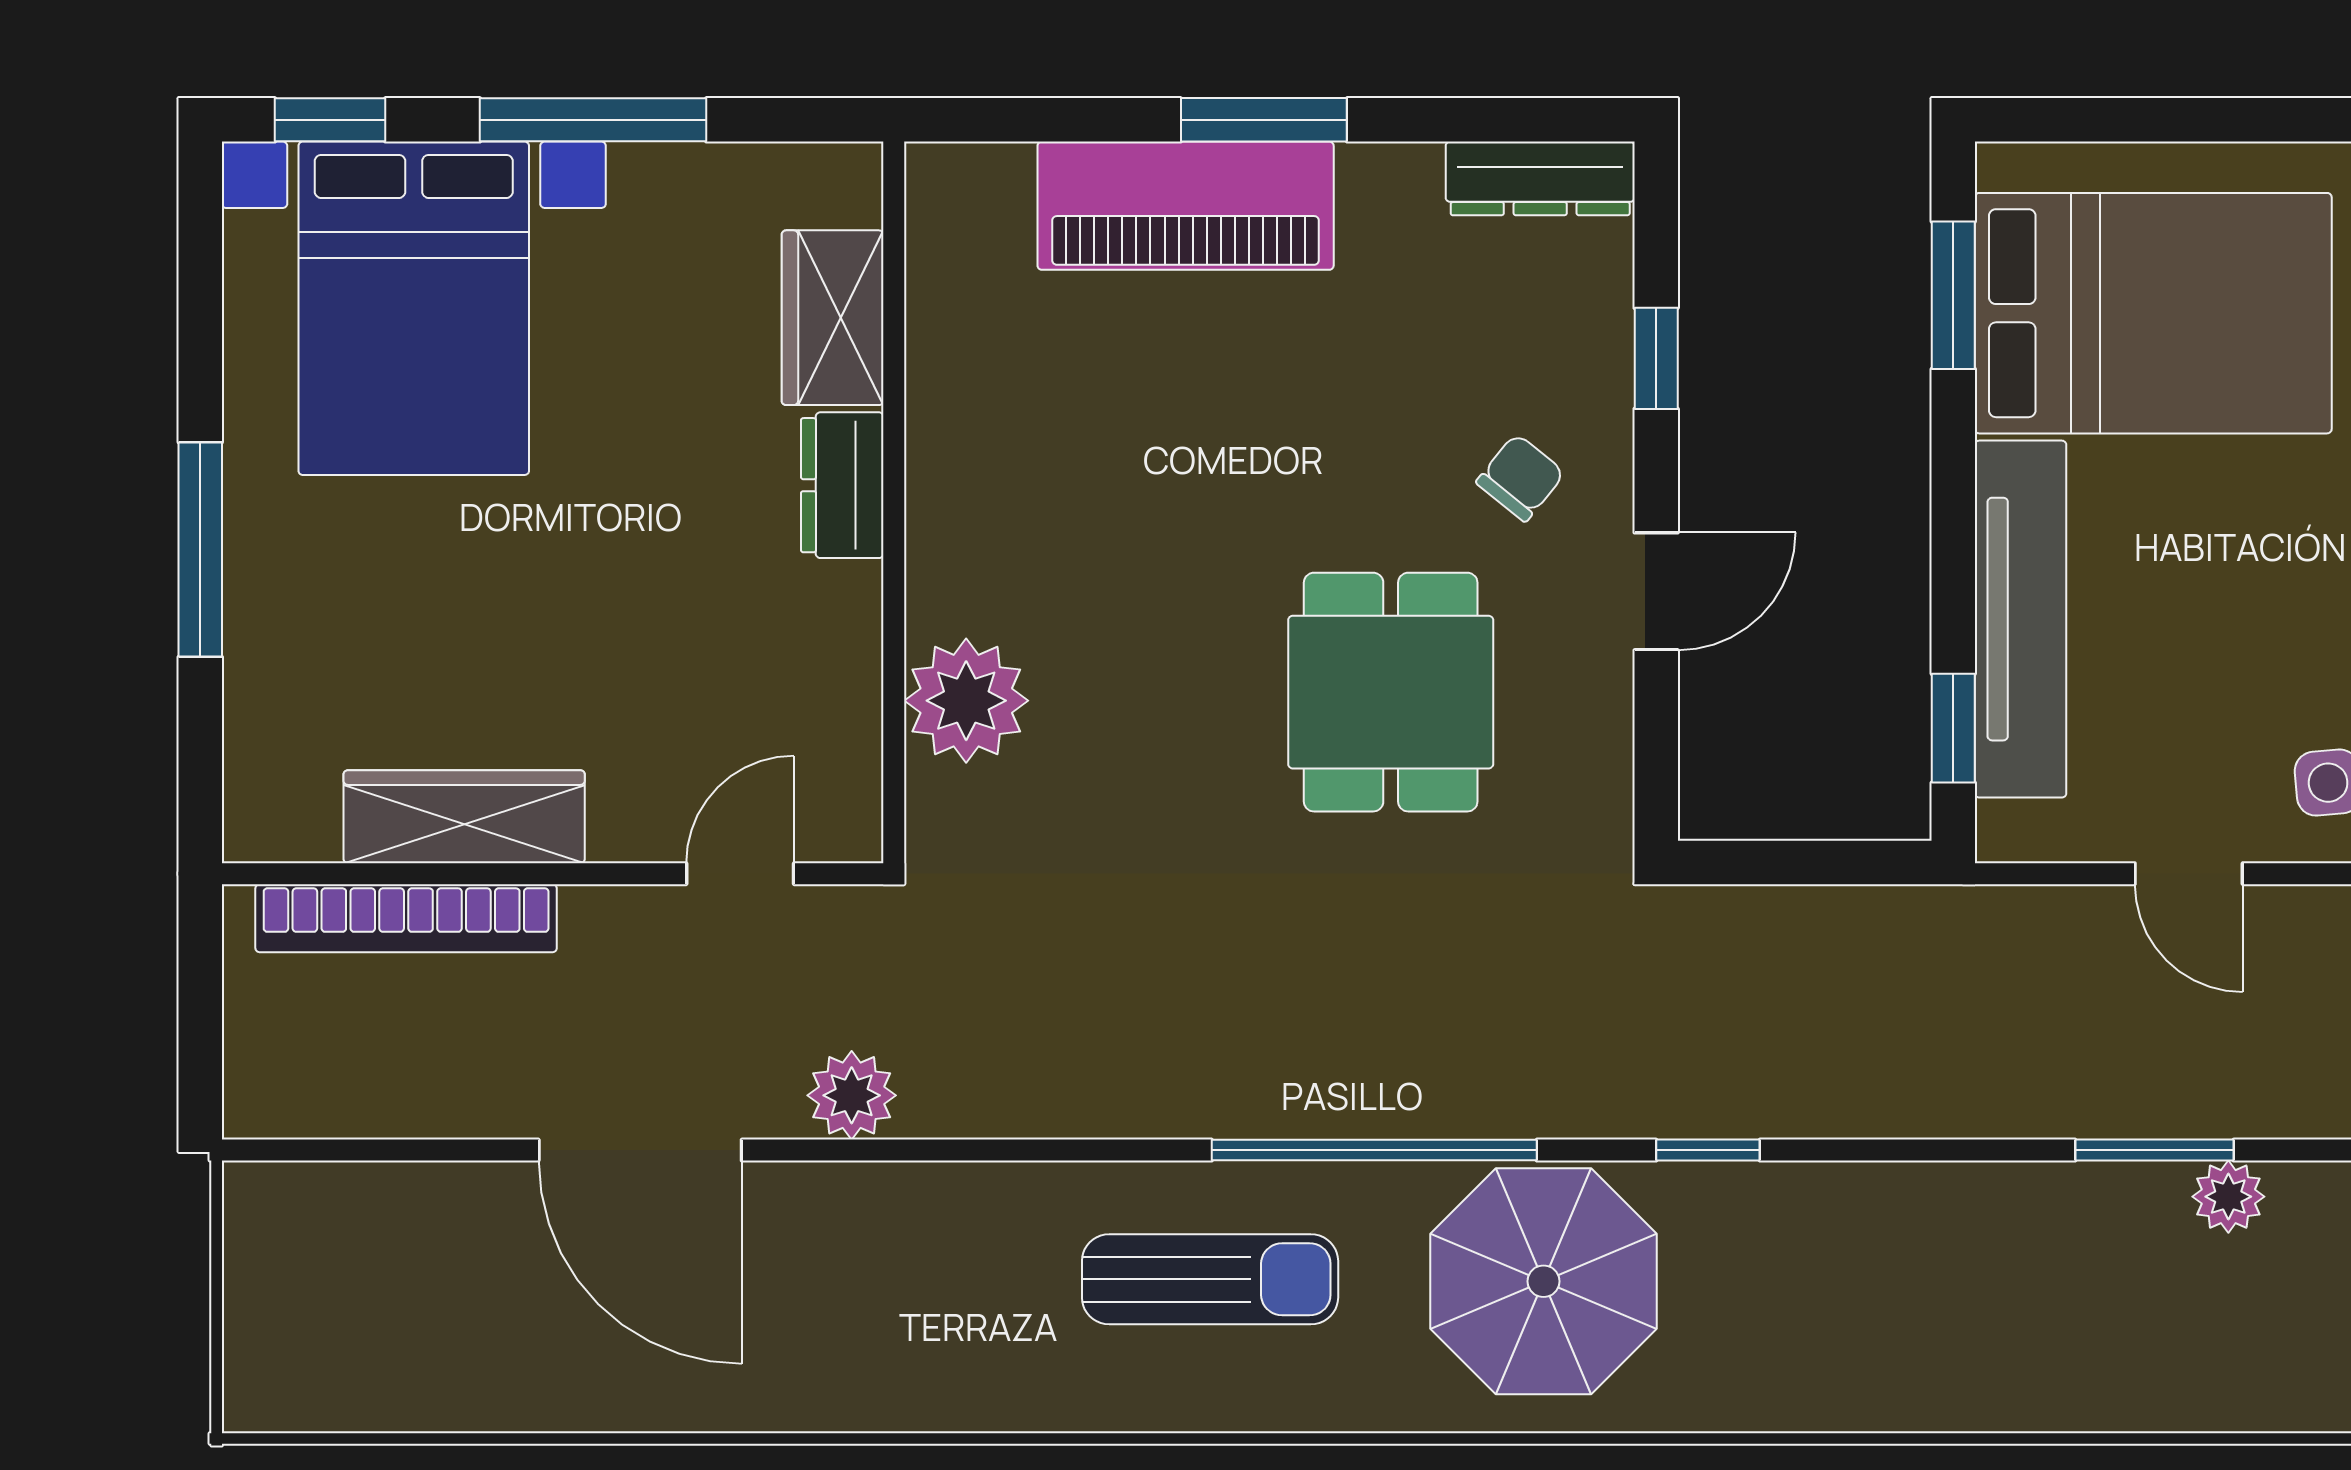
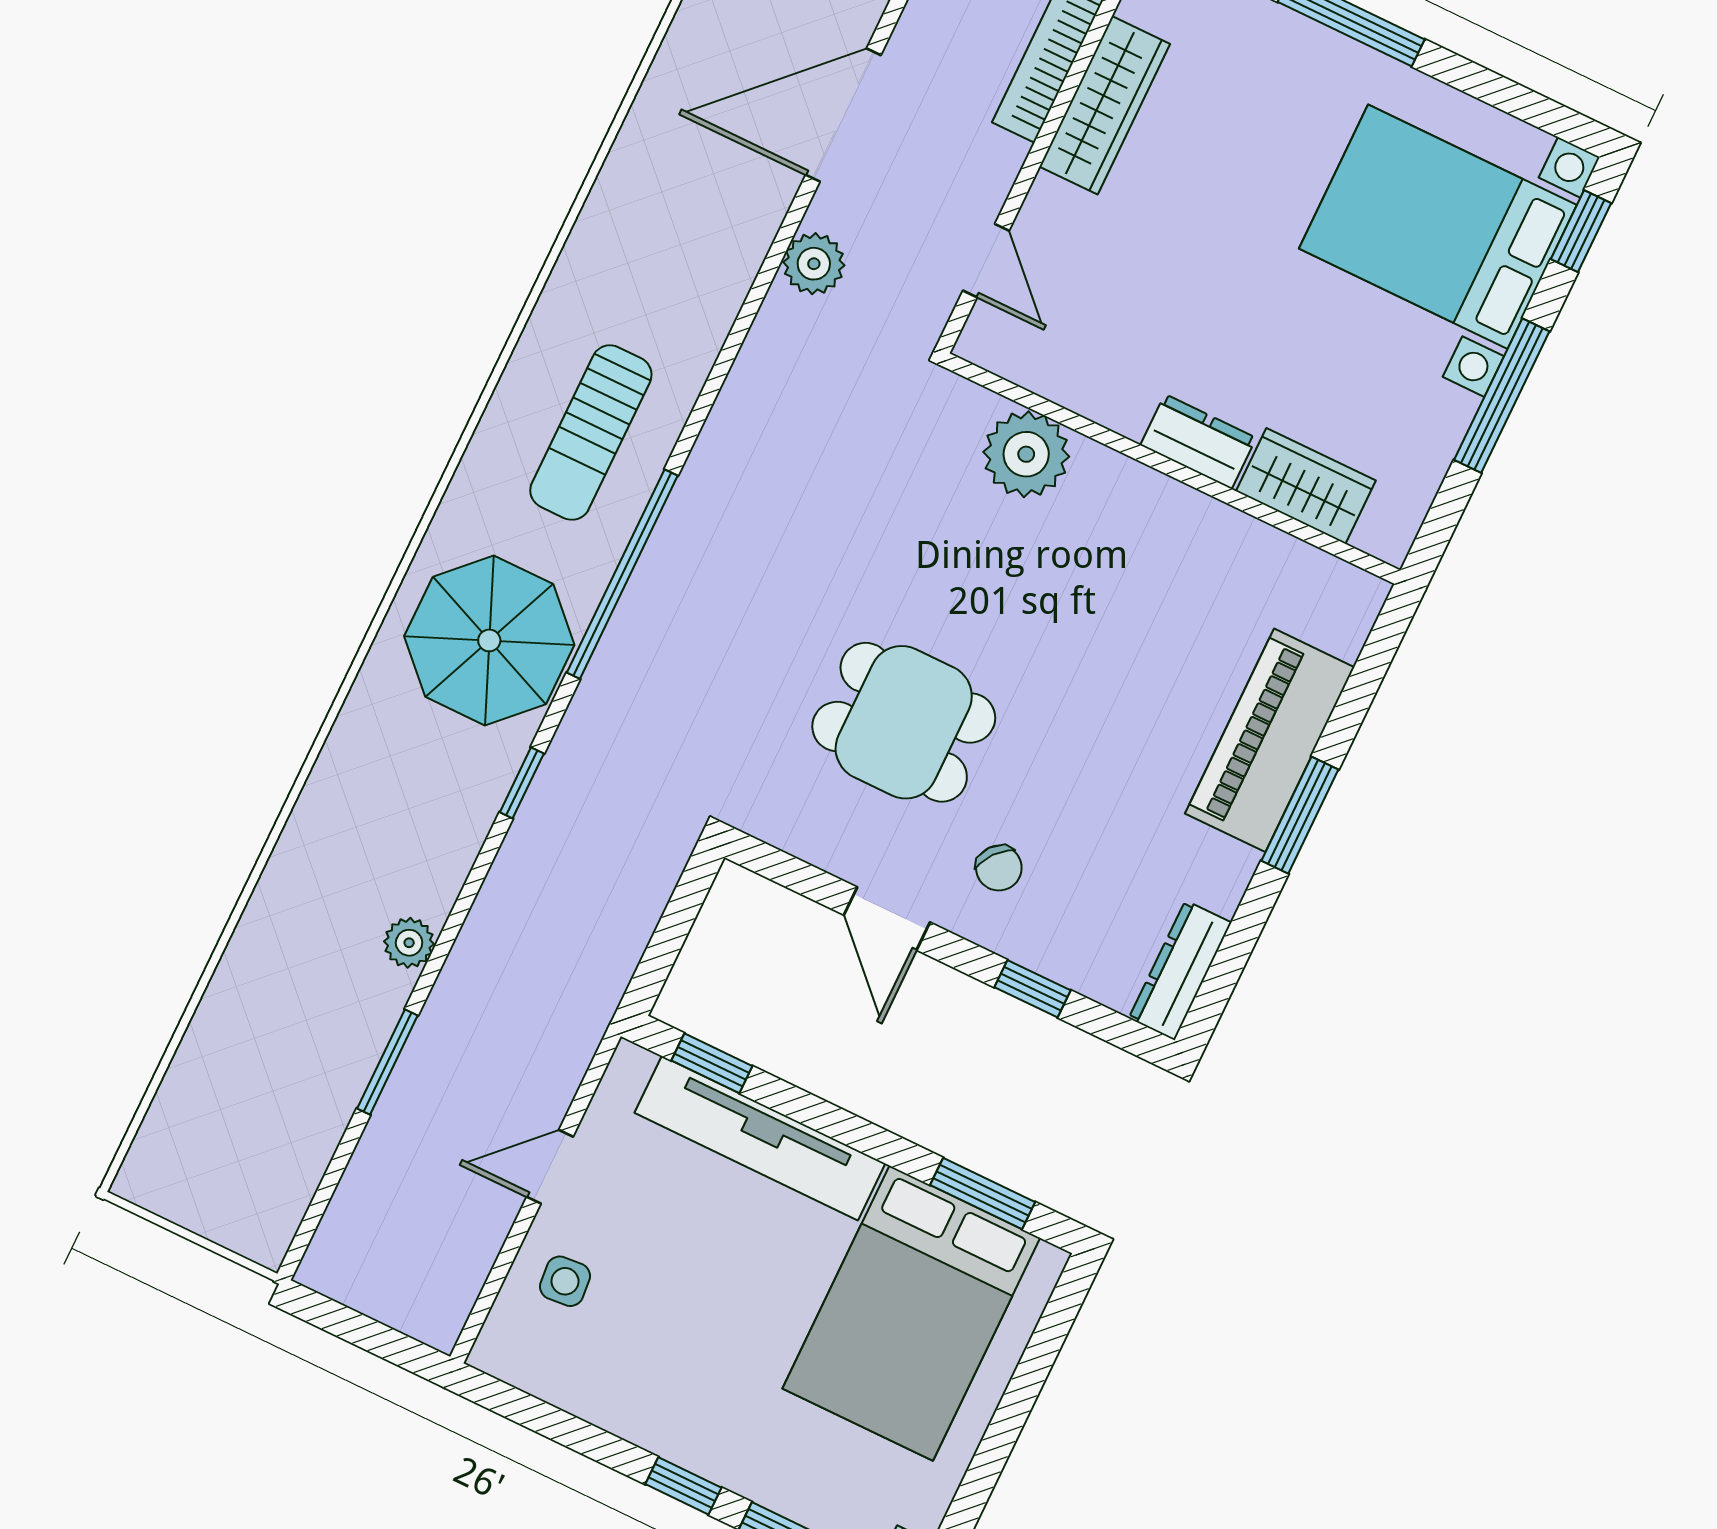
plant: (2228, 1197) -> (409, 943), moved

